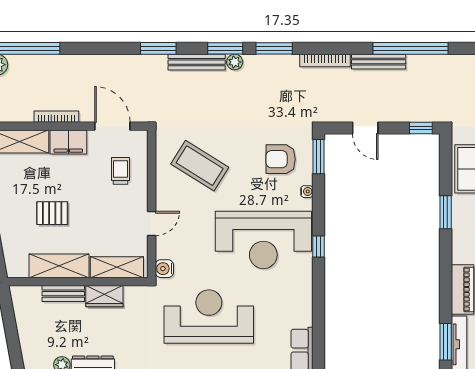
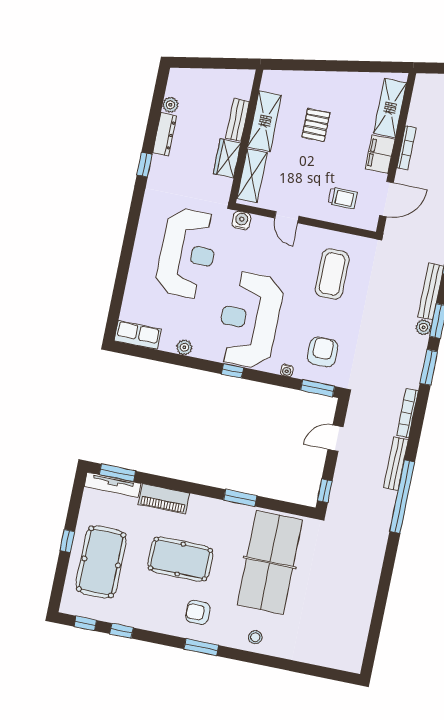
coffee table: (200, 166) -> (332, 274), turned -32
plant: (305, 300) -> (184, 347), added

